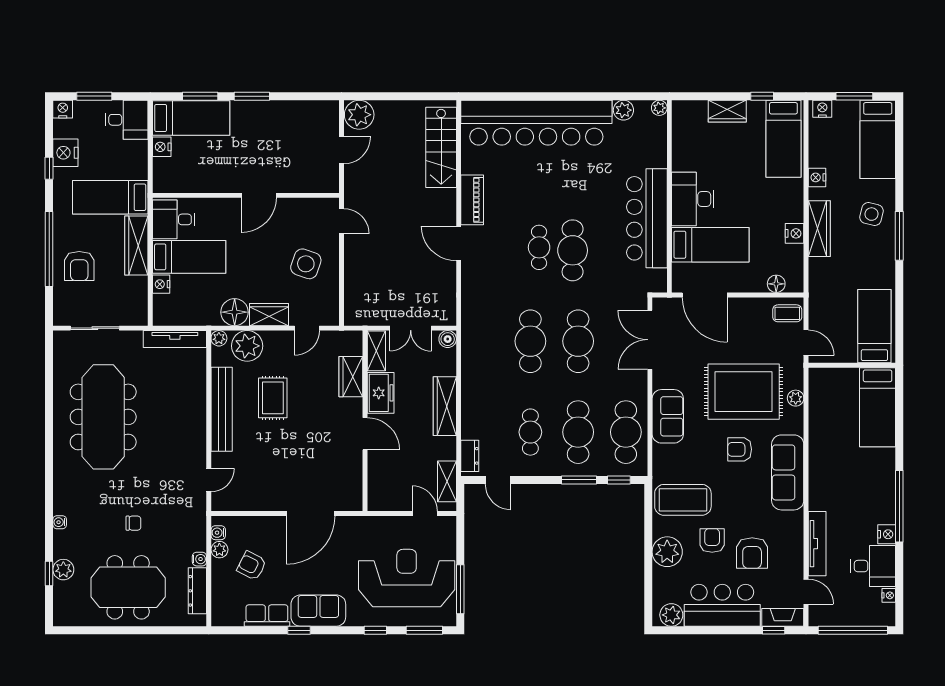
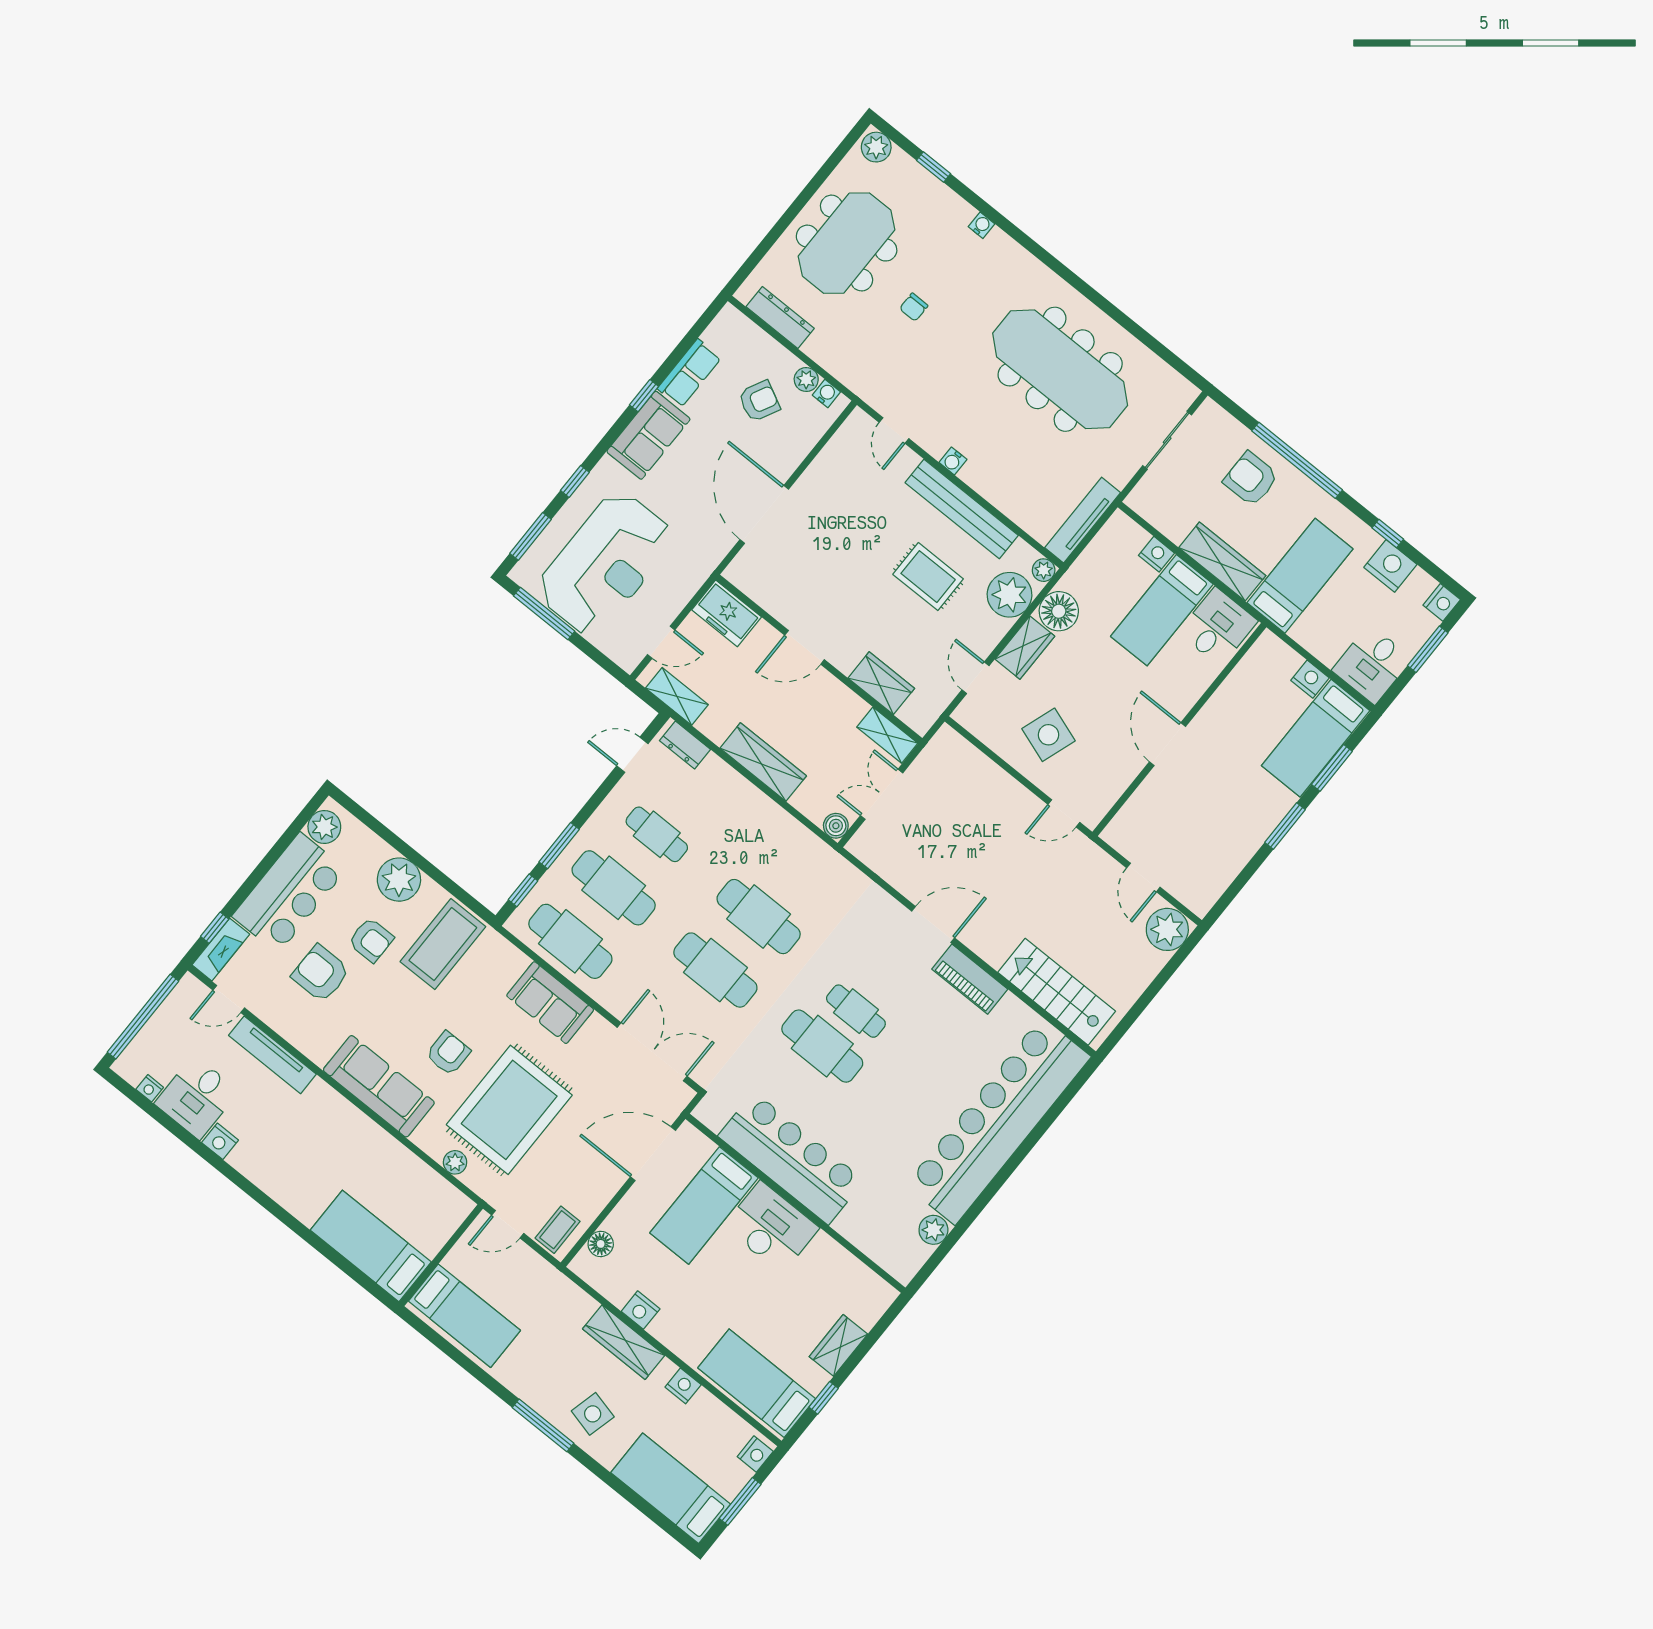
plant: (659, 108) -> (904, 1272), removed
freezer: (381, 393) -> (727, 613), moved
window: (899, 506) -> (240, 1181), removed
water cooler: (199, 559) -> (953, 461), moved
plant: (63, 570) -> (876, 147), moved

